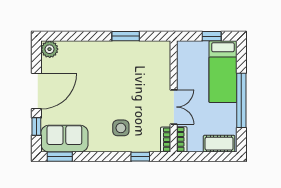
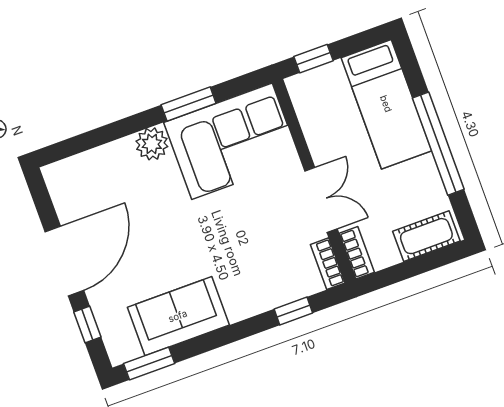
window: (212, 36) -> (313, 59), moved
plant: (50, 49) -> (152, 144), moved
corner sofa: (140, 62) -> (232, 141), added
side table: (121, 128) -> (240, 272), removed
sofa: (64, 139) -> (178, 316), moved

